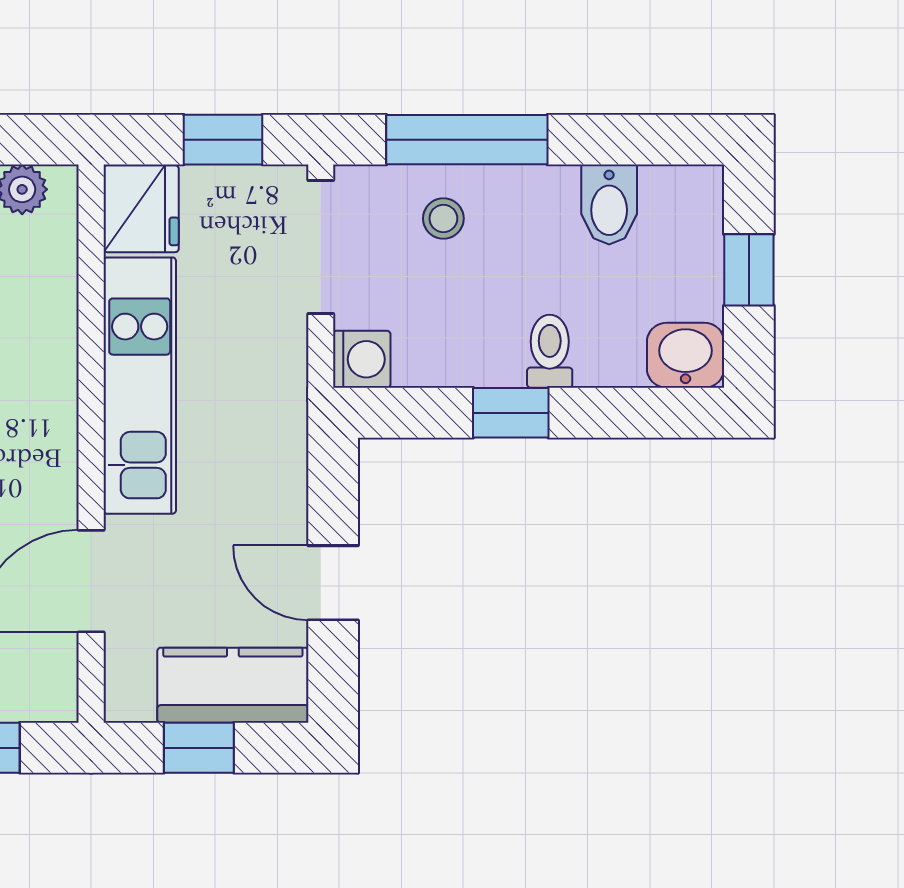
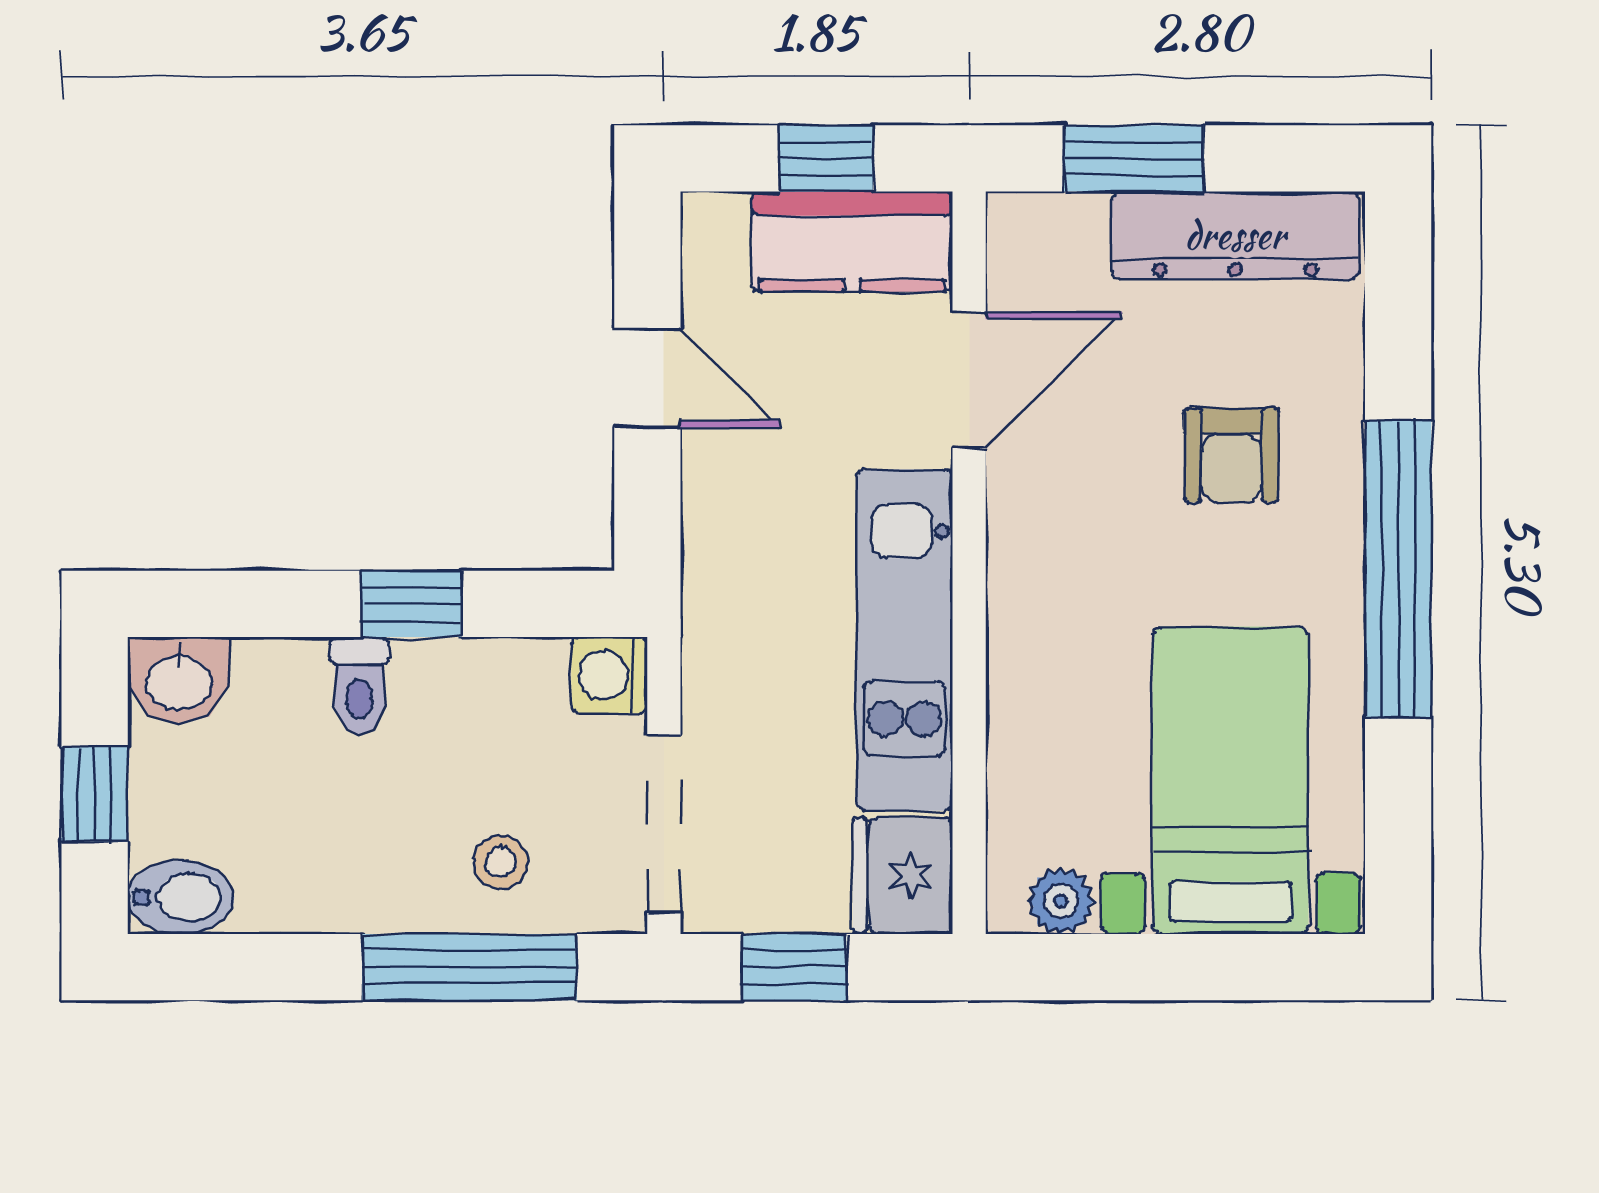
bidet: (609, 205) -> (181, 897), moved, turned 90
kitchen counter: (233, 685) -> (852, 242), moved

